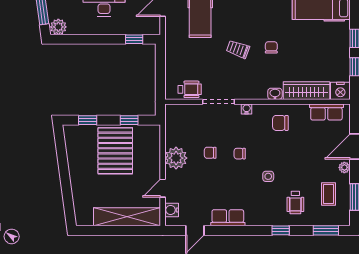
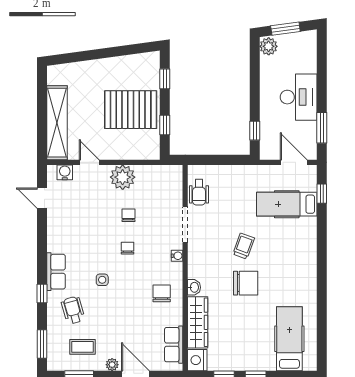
chair: (271, 47) -> (246, 283), width x1.87, depth x1.87
wheelchair: (295, 203) -> (73, 310), turned 74
row of seats: (228, 218) -> (56, 272), moved

